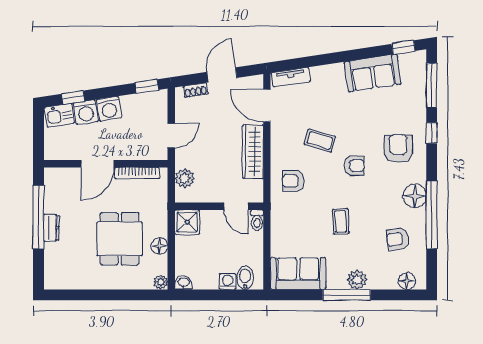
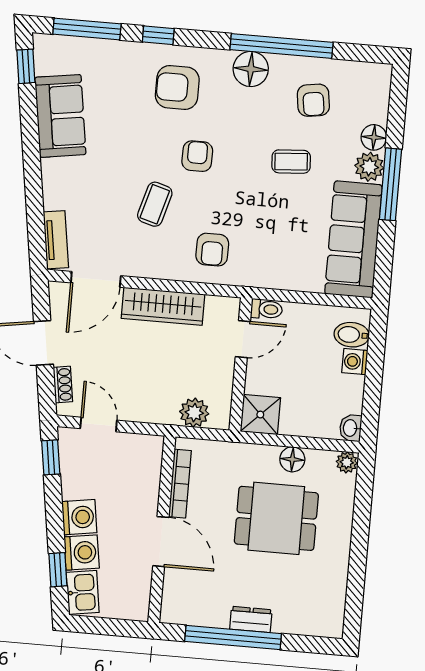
door: (171, 136) -> (99, 424), moved
coffee table: (341, 221) -> (291, 162), moved
sofa: (298, 274) -> (353, 239), width x1.36
floor lamp: (407, 281) -> (374, 137), moved

